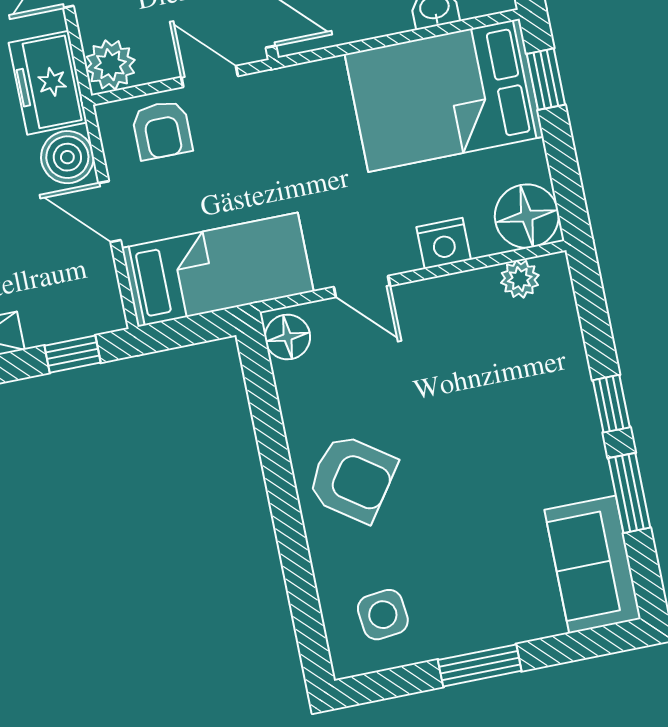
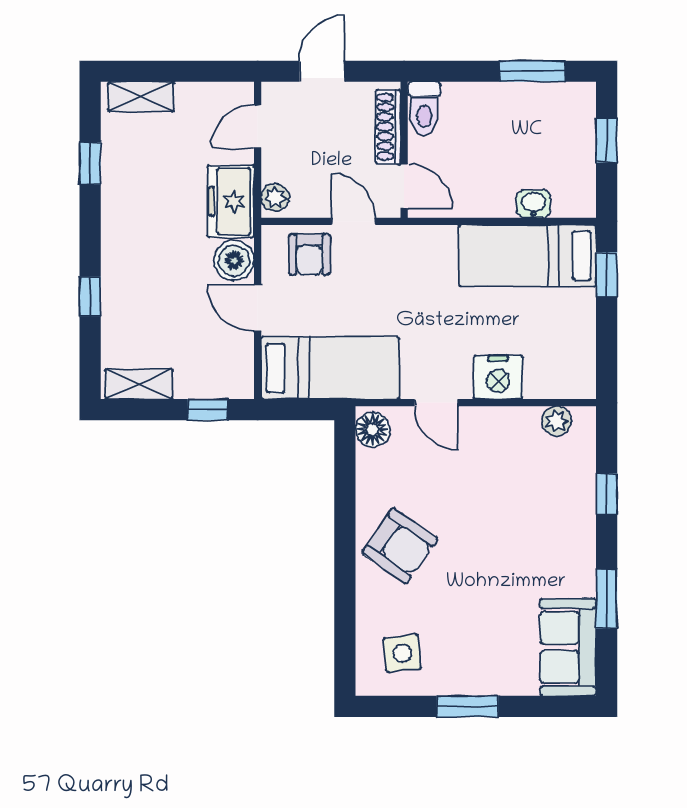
plant: (110, 65) -> (275, 197), width x0.73, depth x0.73
bed: (444, 95) -> (527, 256), width x0.67
floor lamp: (527, 216) -> (571, 375), removed
nightstand: (444, 243) -> (498, 377), width x1.36, depth x1.33
window: (611, 404) -> (607, 494), moved

